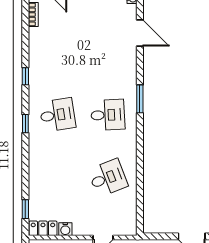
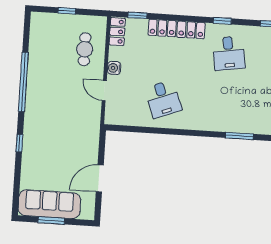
desk: (108, 115) -> (226, 103), removed
locker: (37, 169) -> (177, 29), added
water cooler: (65, 229) -> (114, 68), moved

